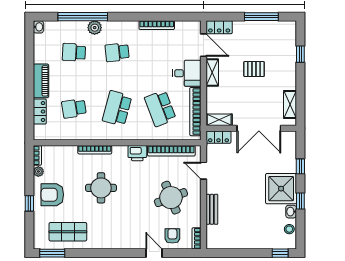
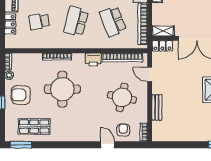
round table: (101, 188) -> (62, 89), width x1.36, depth x1.36
round table: (171, 198) -> (122, 97), turned 33

